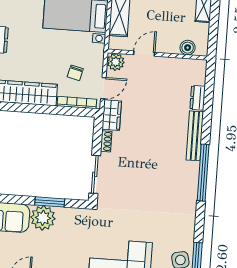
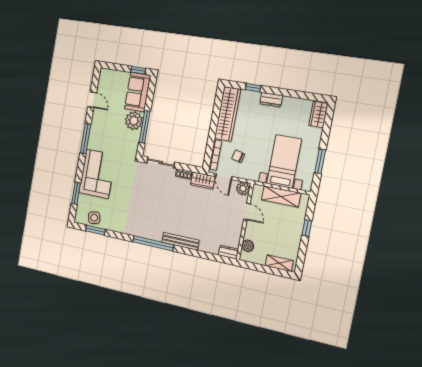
dresser: (198, 98) -> (228, 252), moved
window: (50, 202) -> (145, 127), width x1.44

